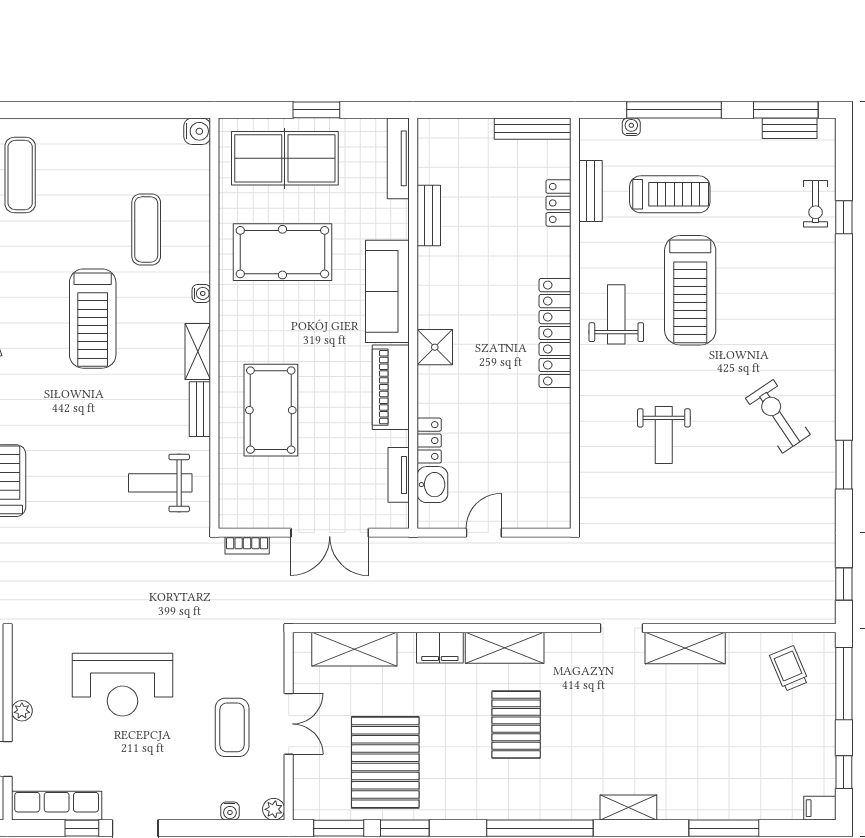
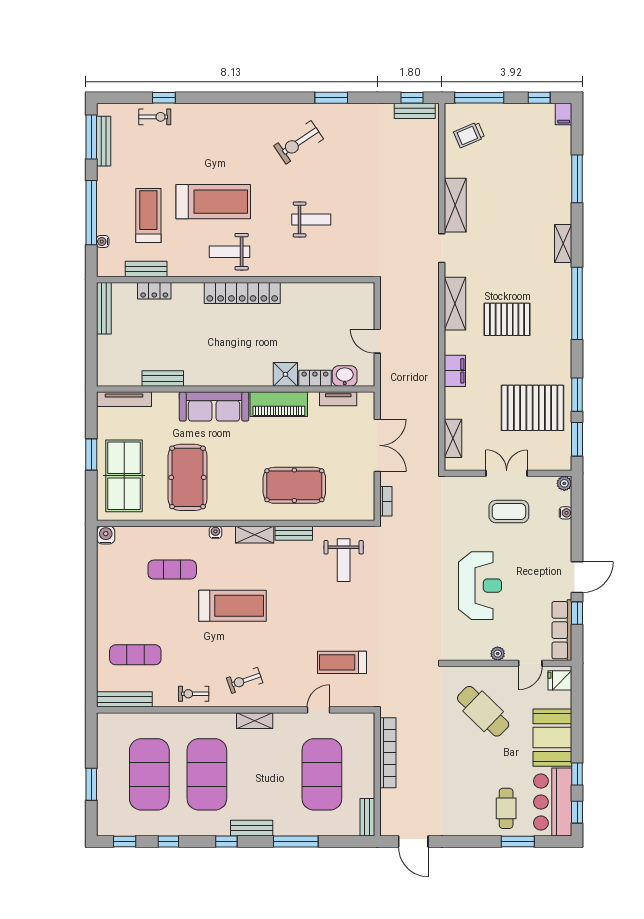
bench: (790, 128) -> (104, 141), width x1.36
shower: (435, 347) -> (285, 374), moved
bench: (824, 588) -> (415, 111), added
shelving: (505, 648) -> (455, 304), moved
shelving: (354, 649) -> (453, 438), width x0.67, depth x0.75

